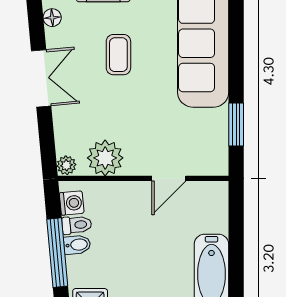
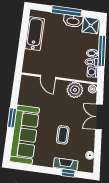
double door: (41, 78) -> (99, 117), moved
window: (236, 124) -> (12, 118), moved
door: (169, 178) -> (48, 77), swing flipped

